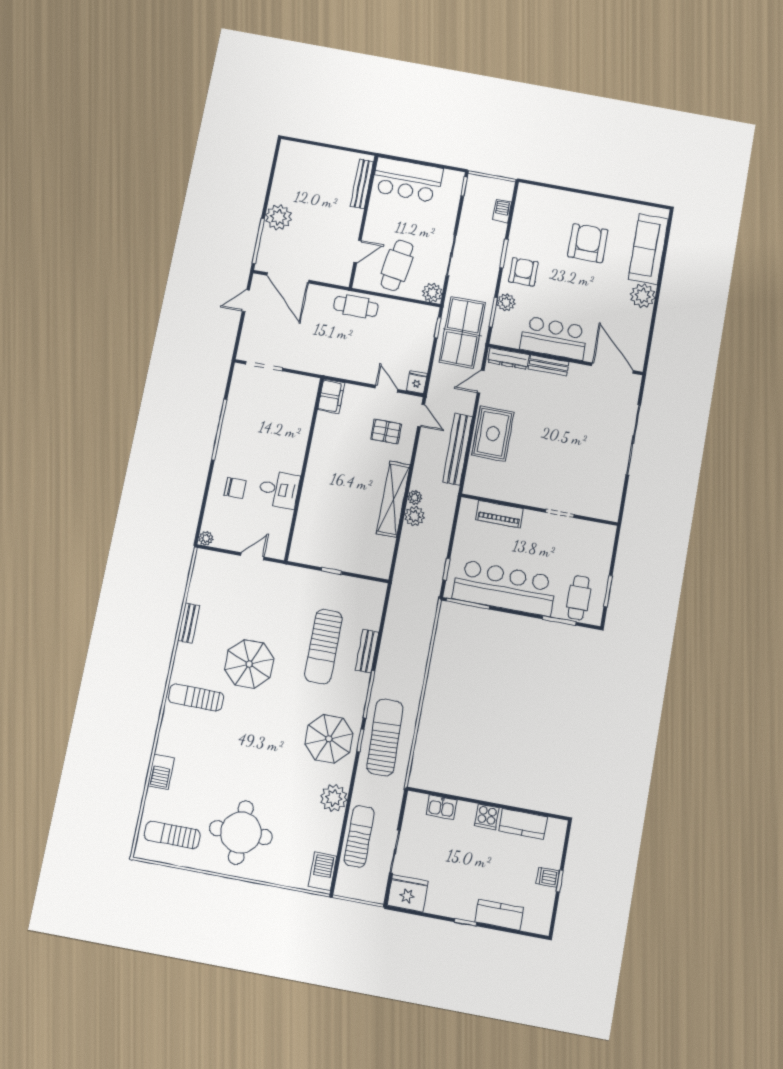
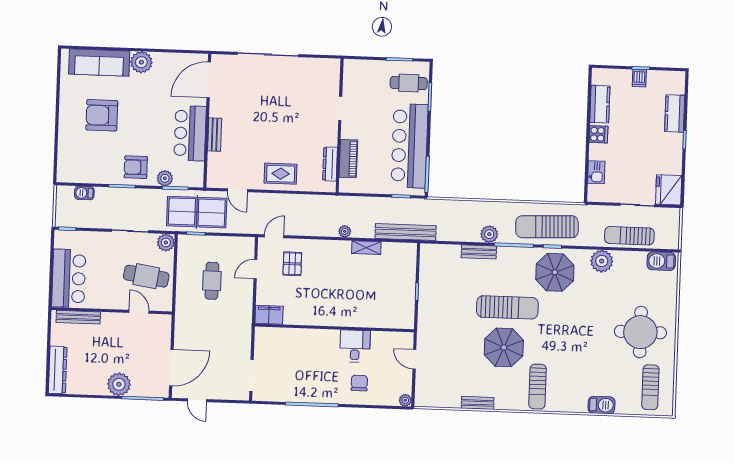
dresser: (306, 153) -> (58, 370), added
cafe table: (356, 306) -> (212, 281), moved
dresser: (508, 358) -> (330, 164), moved, turned 180
fridge: (417, 382) -> (246, 244), removed
rug: (493, 434) -> (281, 174), width x0.73, depth x0.70
bench: (457, 449) -> (406, 232), moved
shelving: (393, 499) -> (366, 248), width x0.45, depth x0.75
plant: (414, 516) -> (489, 234), moved
sun lounger: (323, 646) -> (507, 307), moved

